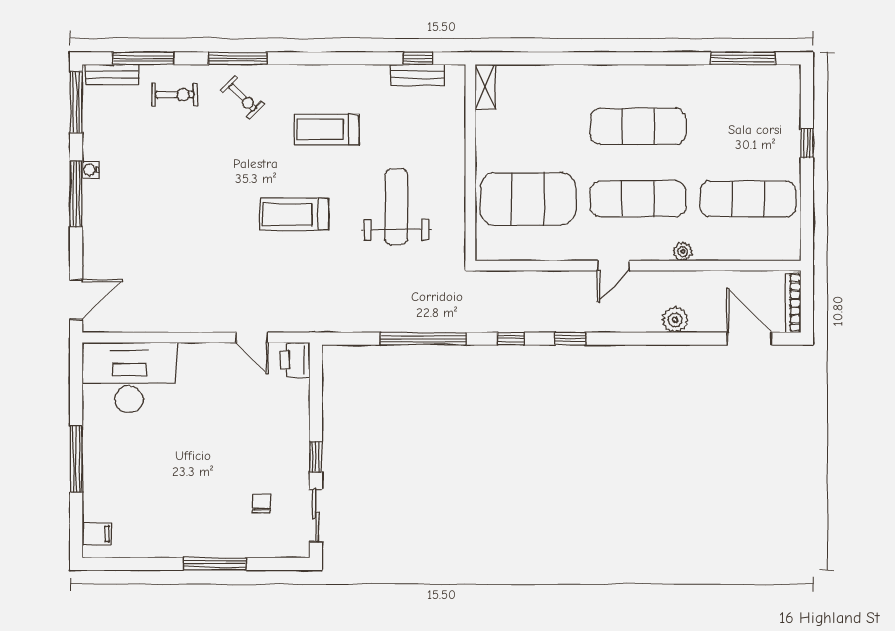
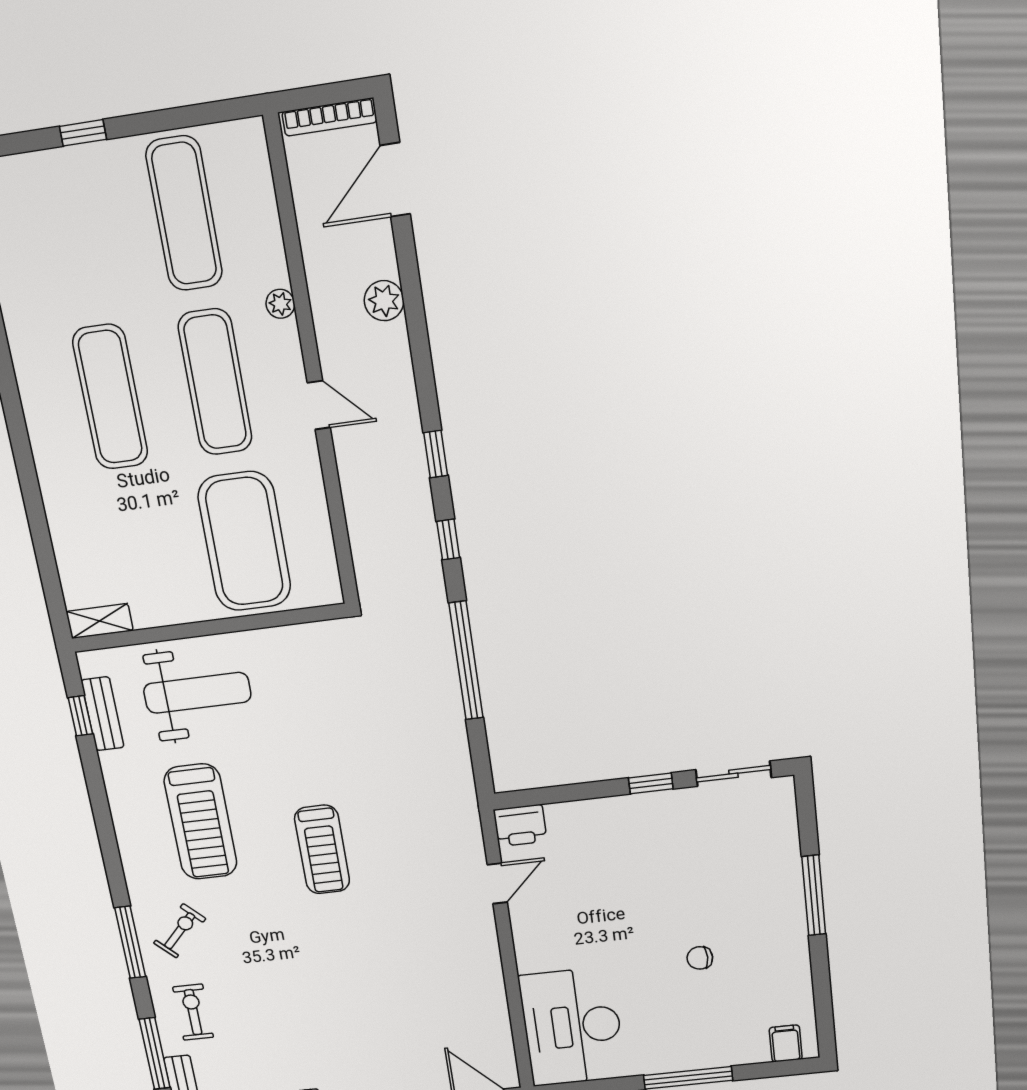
treadmill: (327, 129) -> (201, 822), width x1.37, depth x1.38
weight bench: (396, 207) -> (197, 693), moved, turned 180
chair: (261, 504) -> (700, 958), moved

